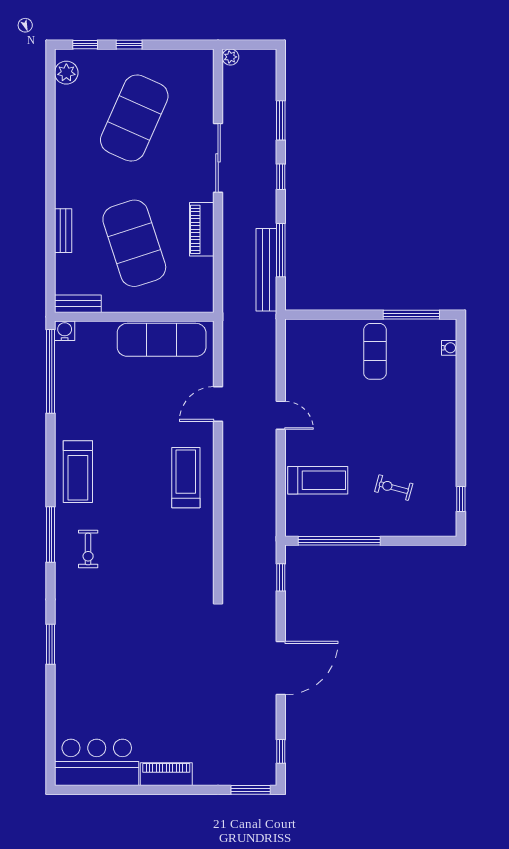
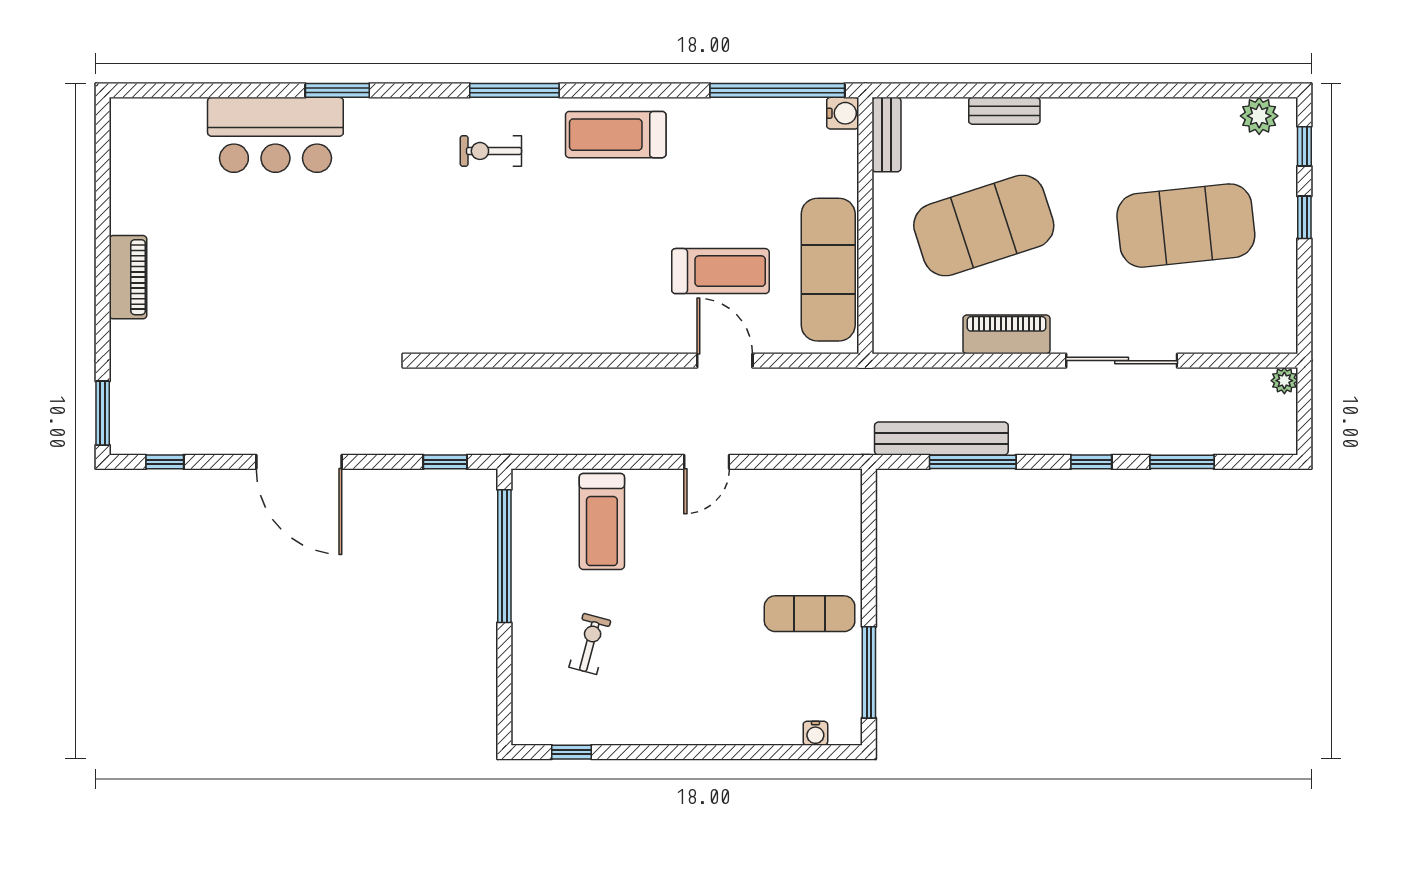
exercise mat: (134, 118) -> (1186, 226), turned -30
treadmill: (186, 478) -> (720, 271), moved
bar counter: (97, 762) -> (275, 135), moved, turned 90

